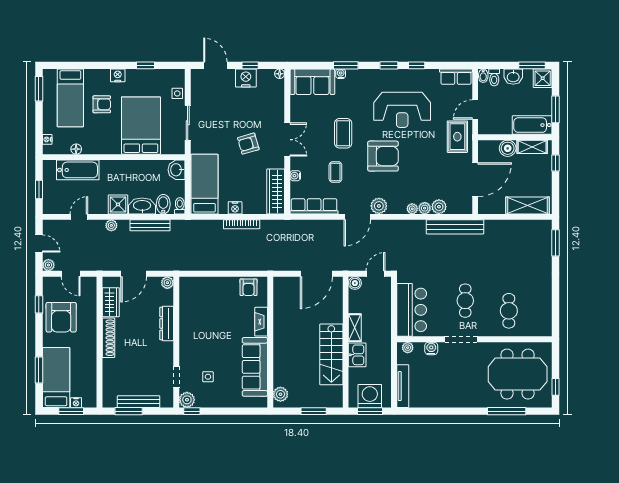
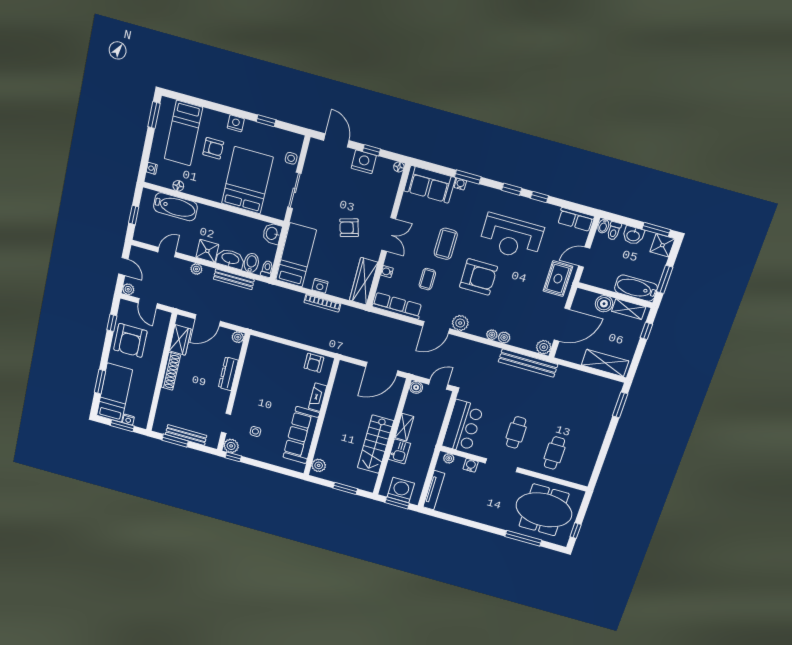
plant: (439, 207) -> (544, 347), moved

